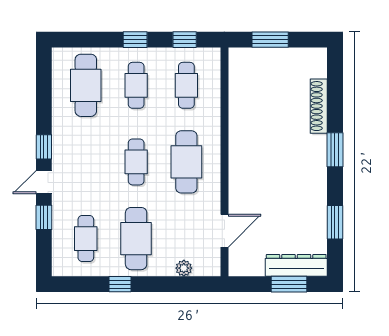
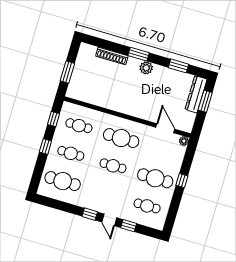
plant: (316, 169) -> (146, 68), added
plant: (184, 268) -> (184, 141), moved
window: (120, 284) -> (182, 181), moved

